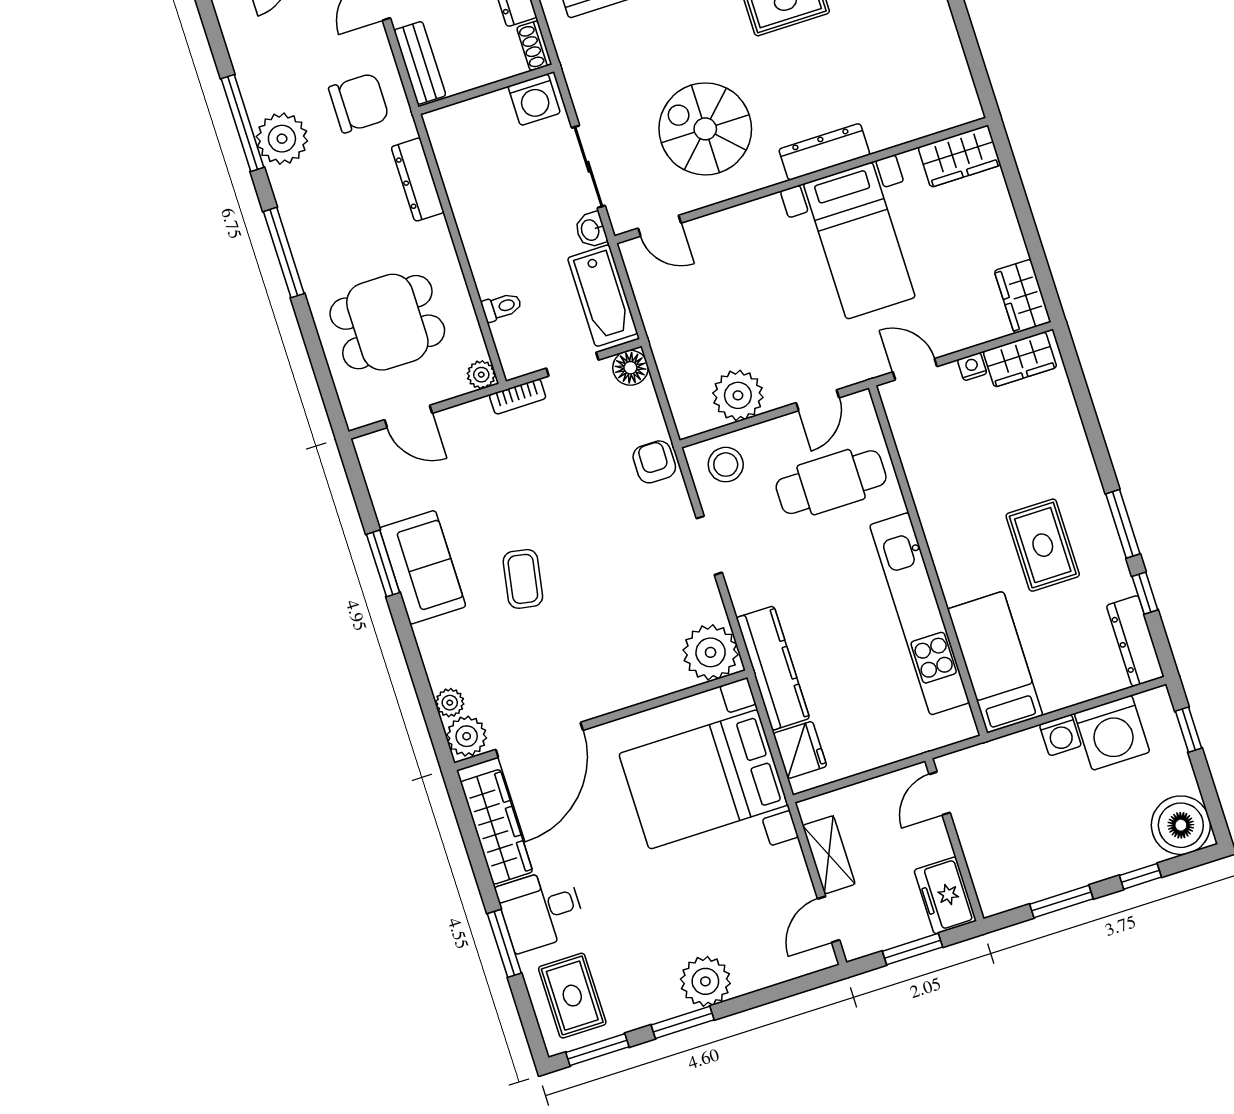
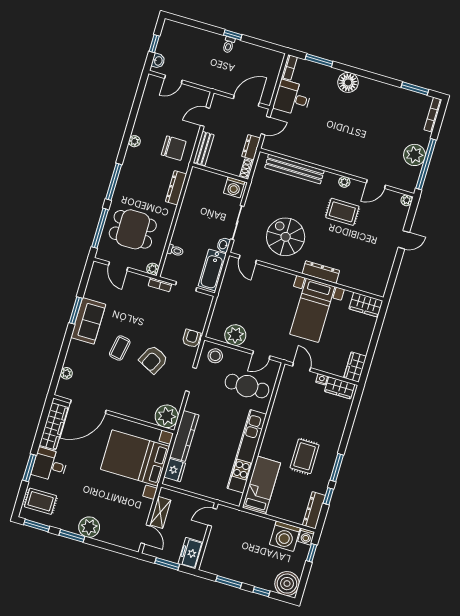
window: (242, 123) -> (100, 228), moved
plant: (282, 139) -> (134, 141), width x0.53, depth x0.53
floor lamp: (630, 368) -> (205, 301), removed
armchair: (606, 556) -> (153, 359), added
washing machine: (1060, 735) -> (306, 537), moved
plant: (467, 736) -> (64, 389), removed
door: (829, 919) -> (145, 534), swing flipped
rug: (572, 996) -> (41, 501), turned 90

